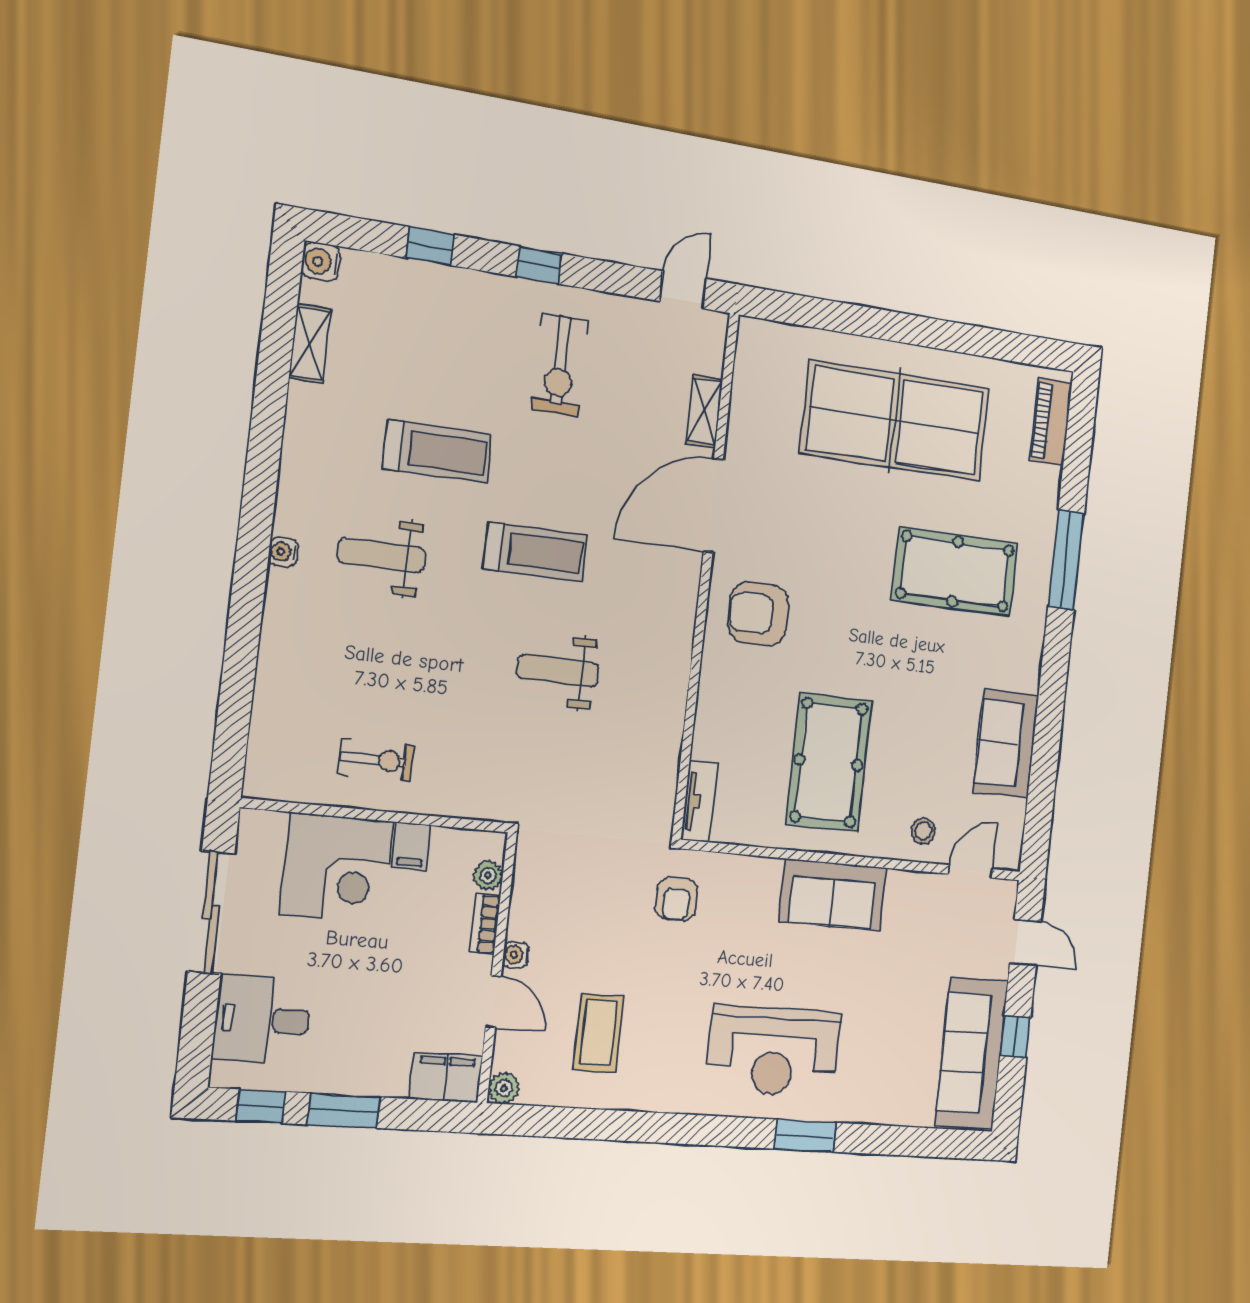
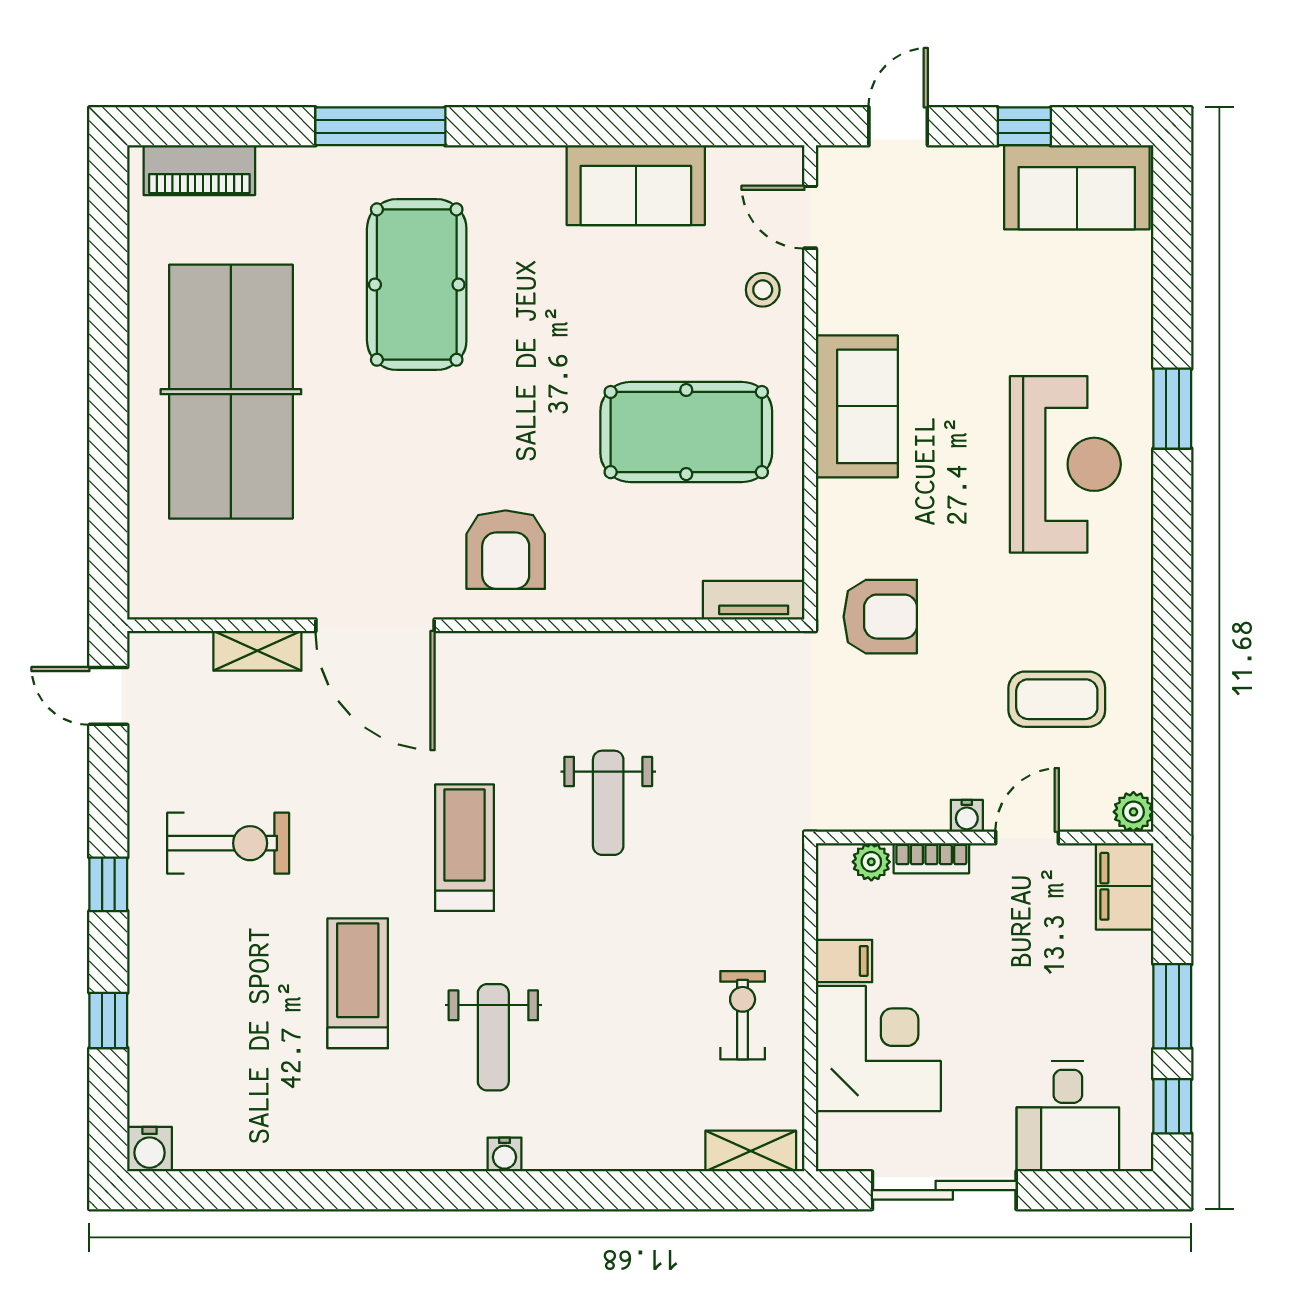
shelving: (310, 343) -> (751, 1151), moved
armchair: (676, 899) -> (880, 617), width x1.38, depth x1.38
sofa: (971, 1053) -> (1077, 187), width x0.73

